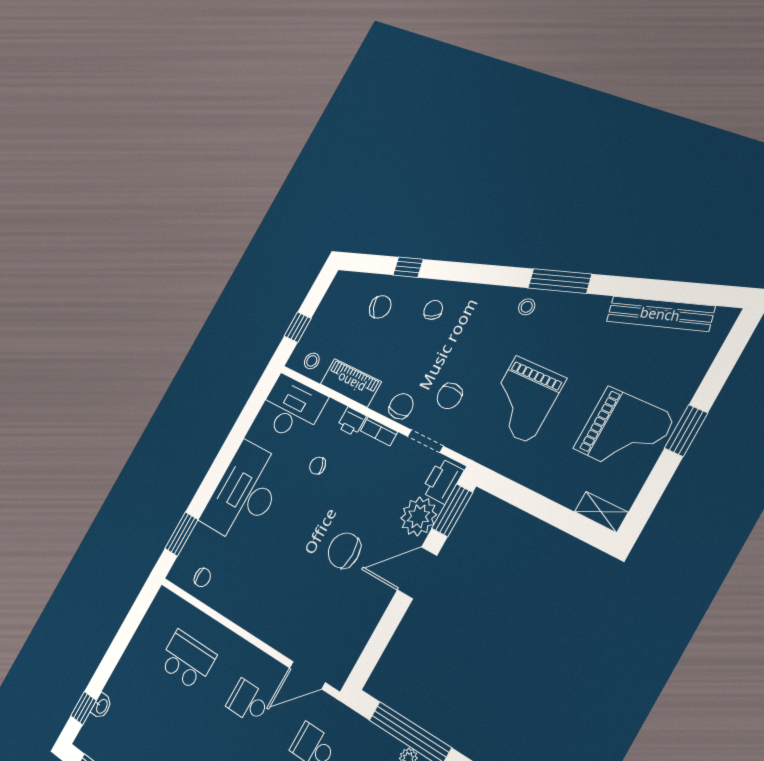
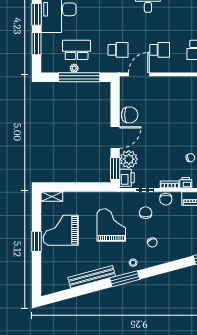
chair: (433, 310) -> (152, 242), moved
bench: (660, 314) -> (92, 277), moved
chair: (344, 550) -> (130, 115), moved

